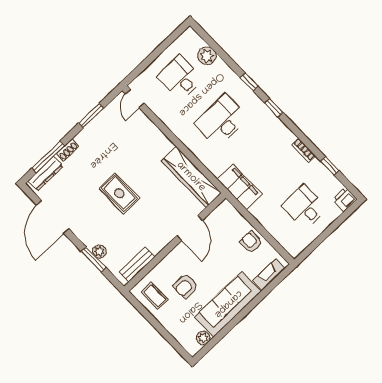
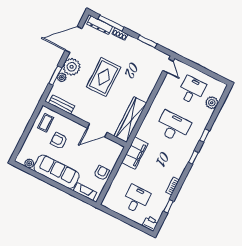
door: (135, 99) -> (168, 66), swing flipped
rug: (119, 193) -> (104, 77), width x1.36, depth x1.43
plant: (90, 233) -> (72, 67), added

